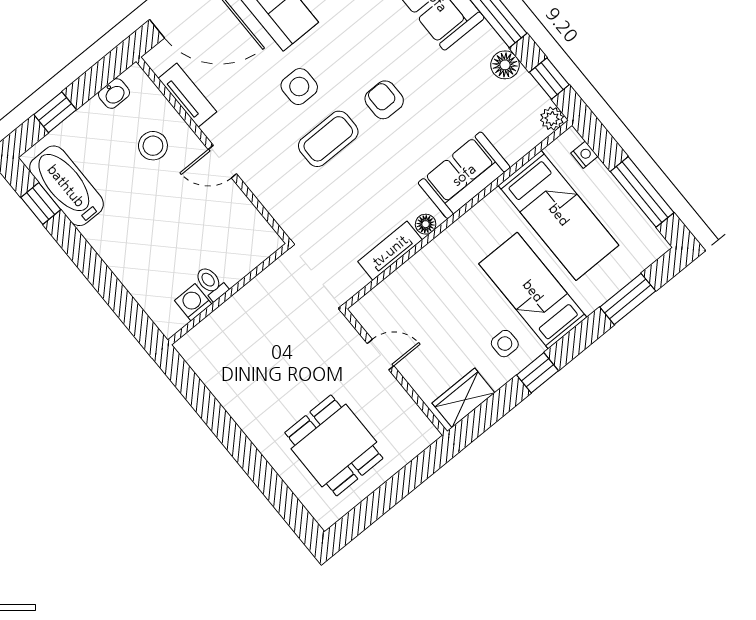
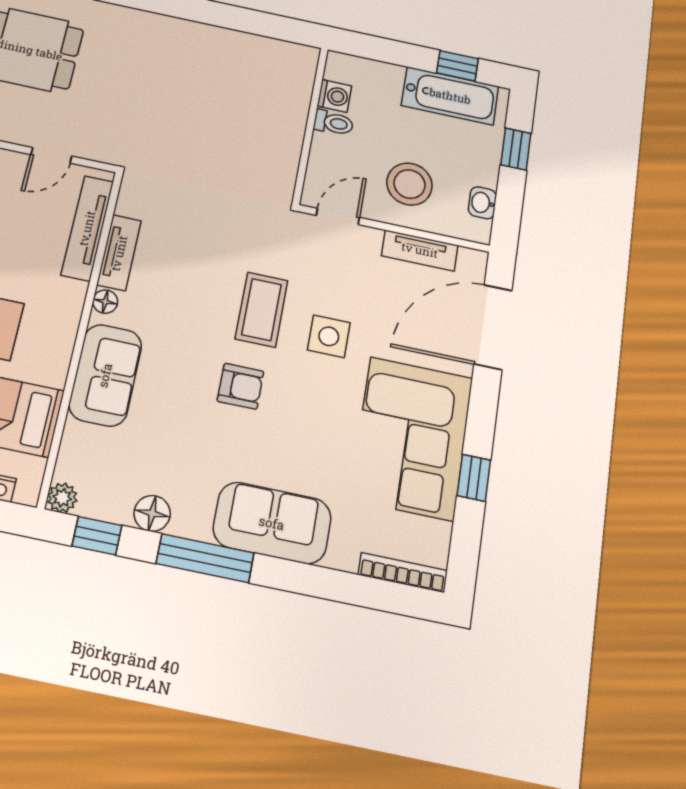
stool: (153, 146) -> (409, 184), width x1.38, depth x1.38
toilet: (211, 283) -> (334, 123), moved
tv unit: (397, 284) -> (87, 228), added
wall: (229, 294) -> (310, 125), moved
washing machine: (193, 302) -> (335, 96), moved

